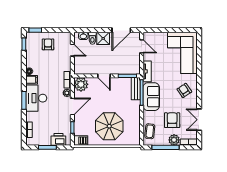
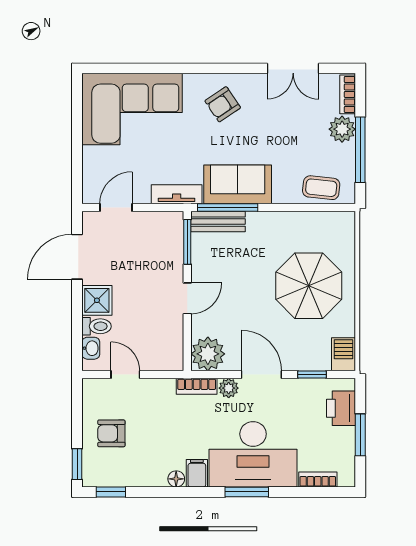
door: (121, 30) -> (77, 257), swing flipped
door: (72, 50) -> (125, 375), hinge flipped
desk: (36, 98) -> (253, 454), width x1.36, depth x1.30
armchair: (172, 120) -> (294, 134), removed

